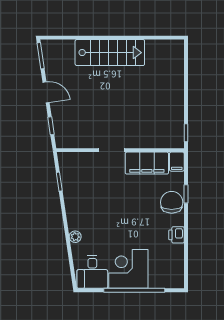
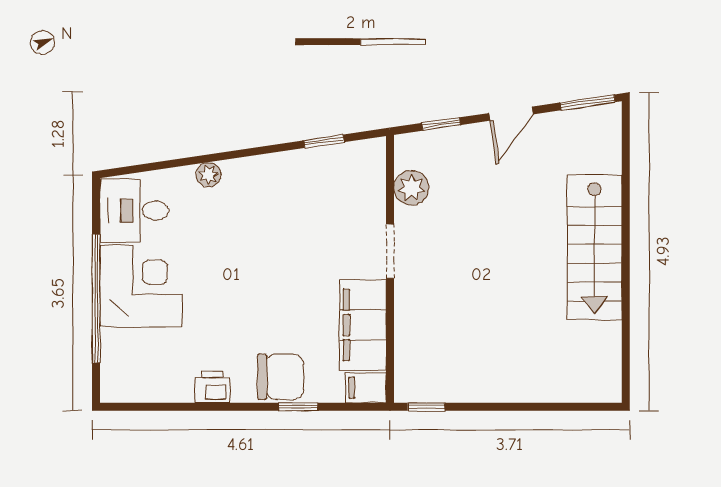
plant: (82, 140) -> (411, 188), added

